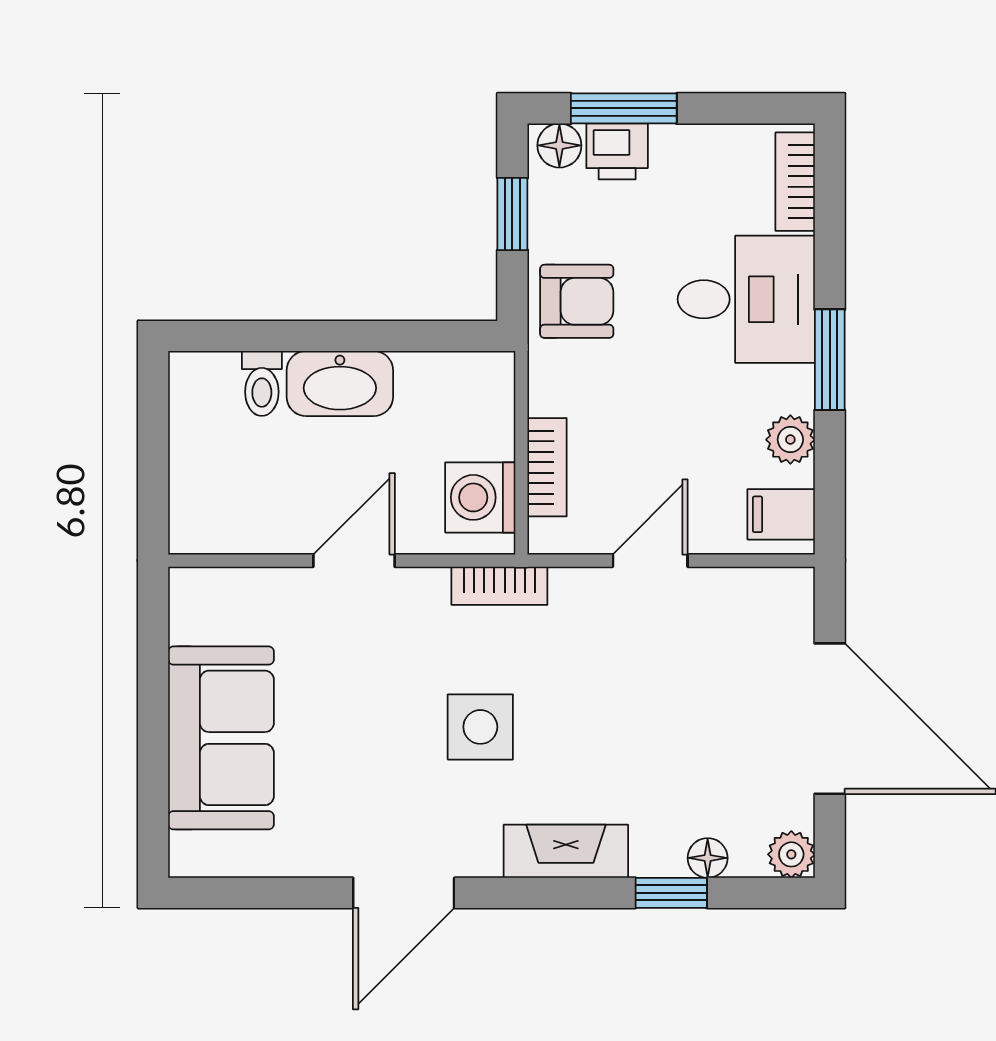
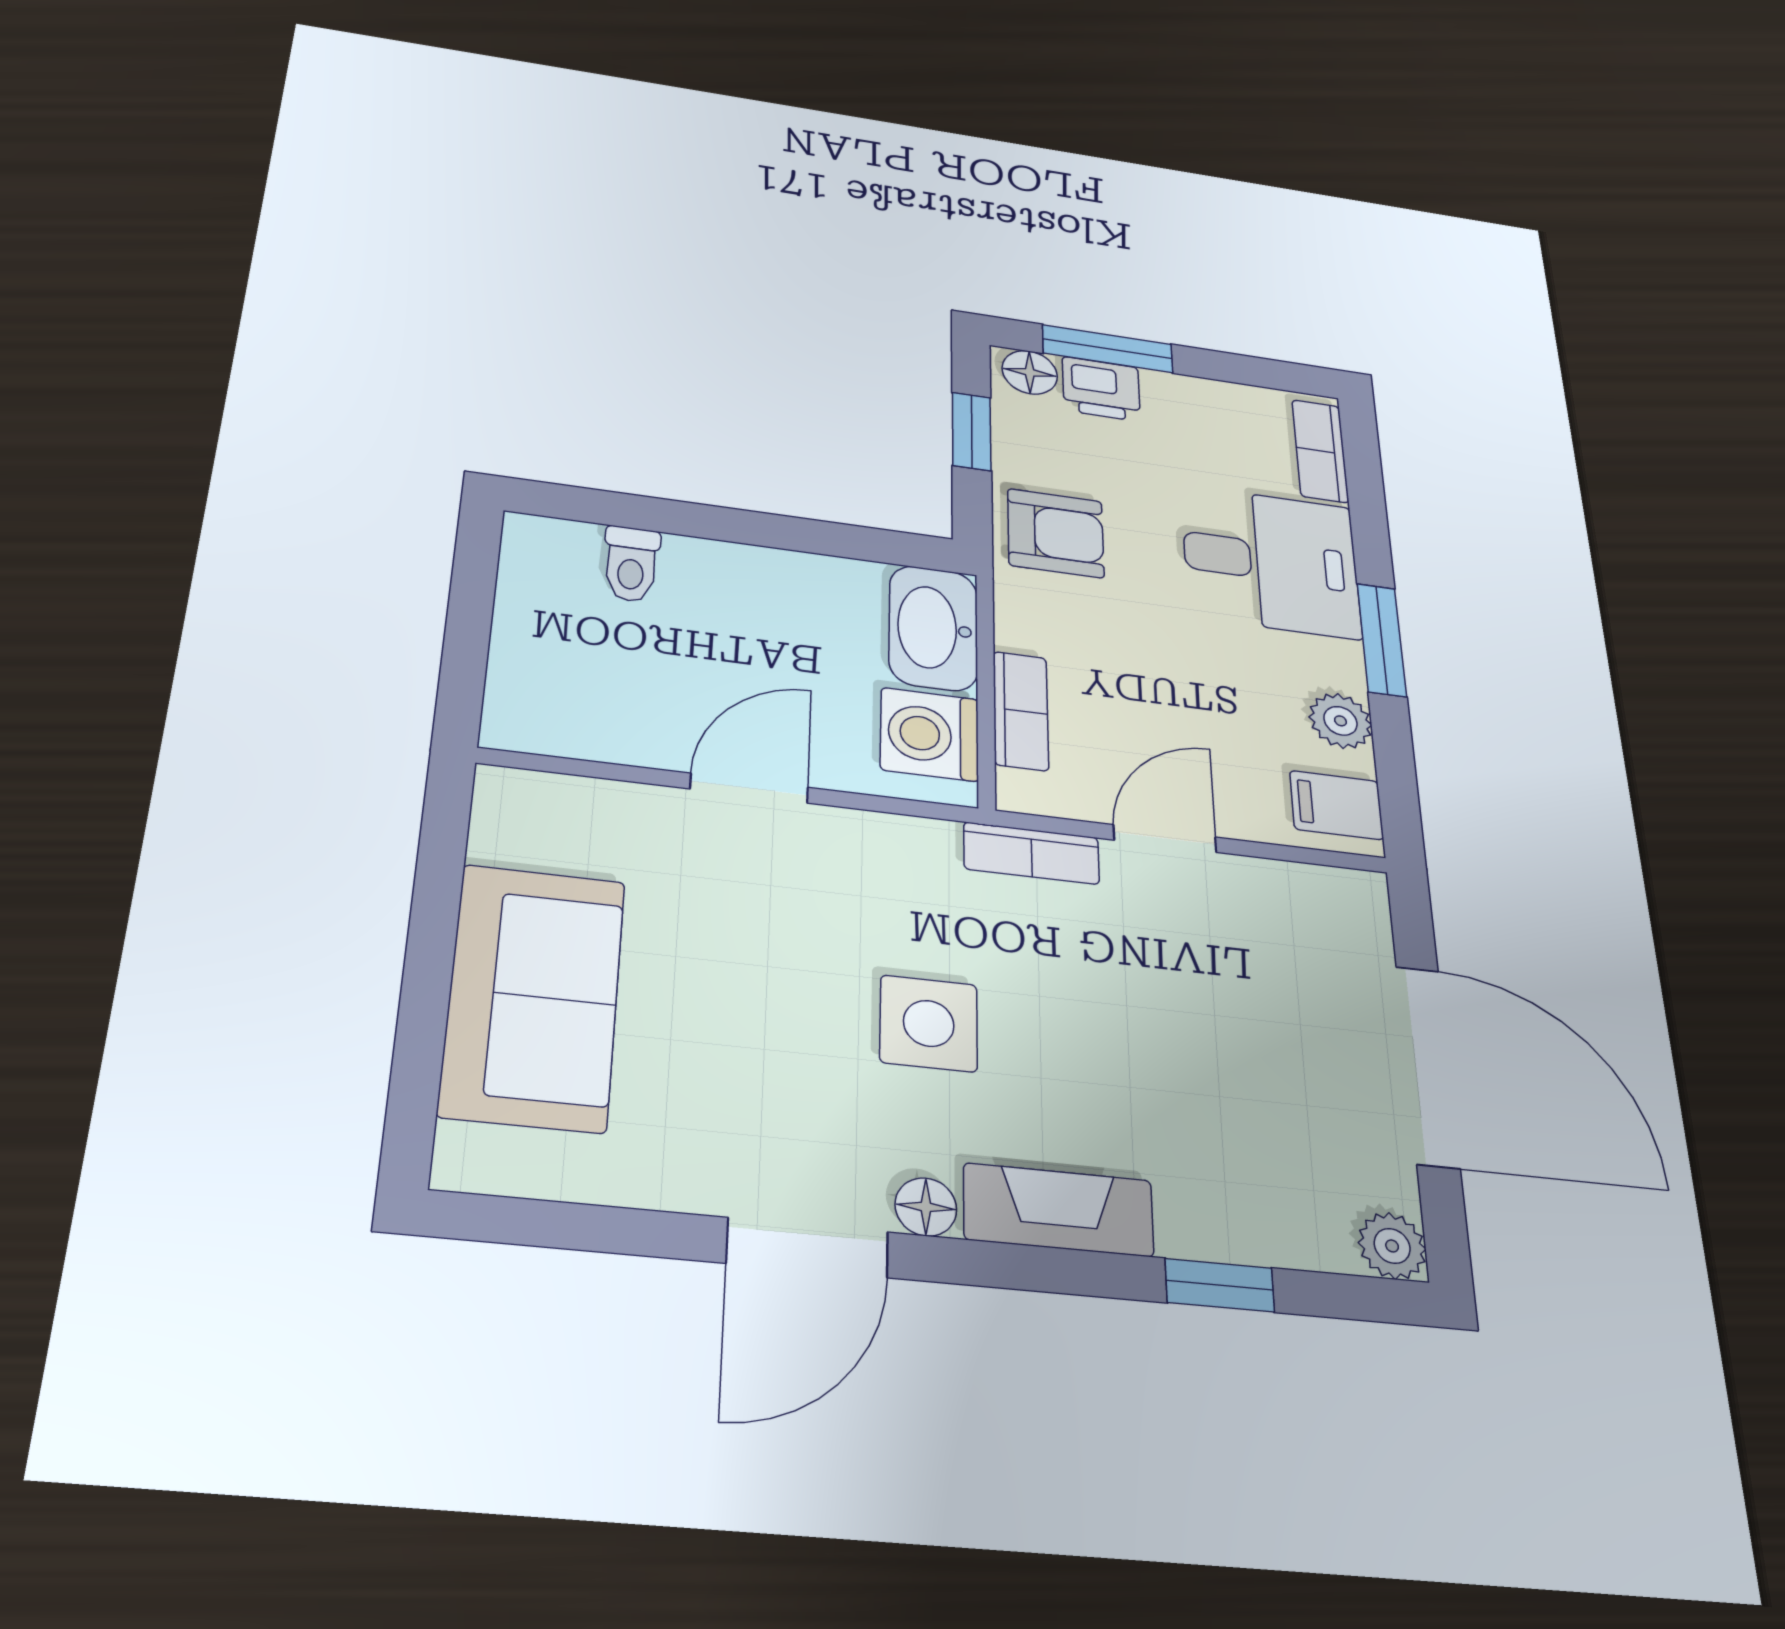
washbasin: (340, 384) -> (933, 628), moved, turned 90
bookcase: (499, 586) -> (1032, 853), moved
floor lamp: (708, 858) -> (926, 1207), moved

